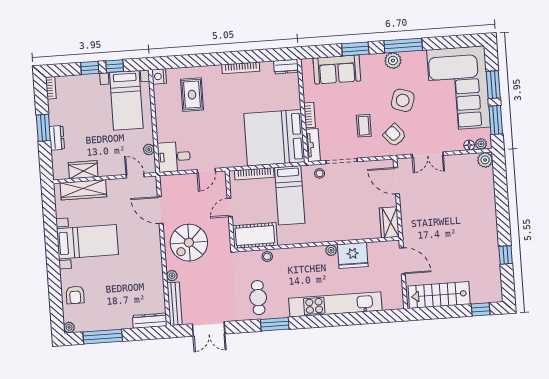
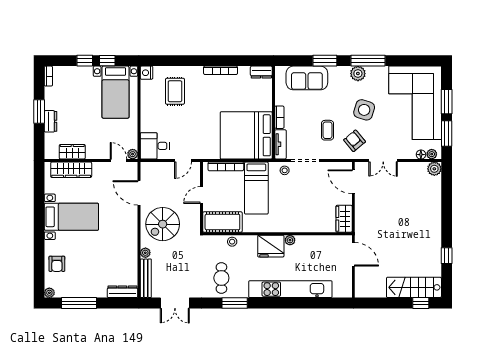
plant: (149, 150) -> (133, 154), moved
fridge: (353, 255) -> (271, 246), moved
stairs: (439, 295) -> (414, 287), moved

